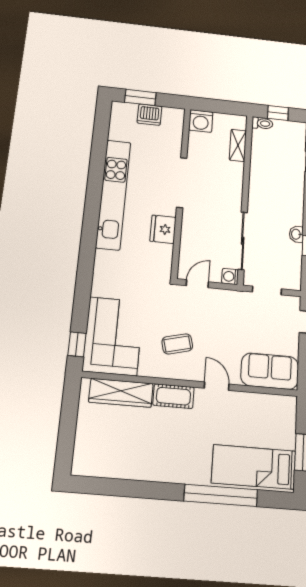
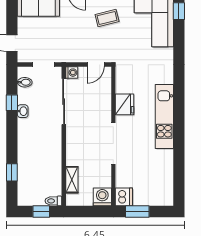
window: (140, 97) -> (137, 212), moved
dishwasher: (149, 115) -> (124, 197), moved, turned 90
kitchen unit: (113, 194) -> (164, 116), width x0.73
bidet: (292, 270) -> (25, 82), added

